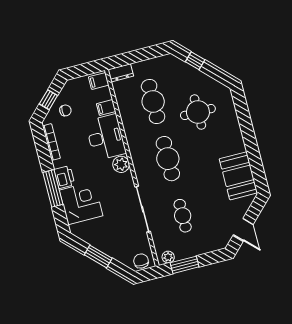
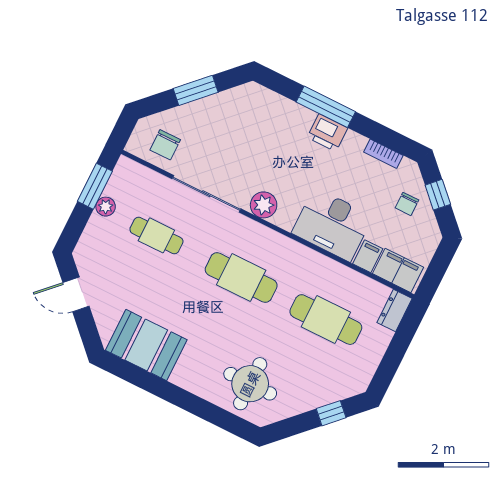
filing cabinet: (99, 81) -> (398, 270), width x2.00
round table: (198, 112) -> (250, 384), moved
bookcase: (51, 142) -> (383, 154), width x0.64
plant: (121, 164) -> (264, 205), moved
corner desk: (81, 203) -> (279, 126), removed
plant: (168, 257) -> (106, 207), moved
chair: (141, 261) -> (165, 145), moved, turned 90

